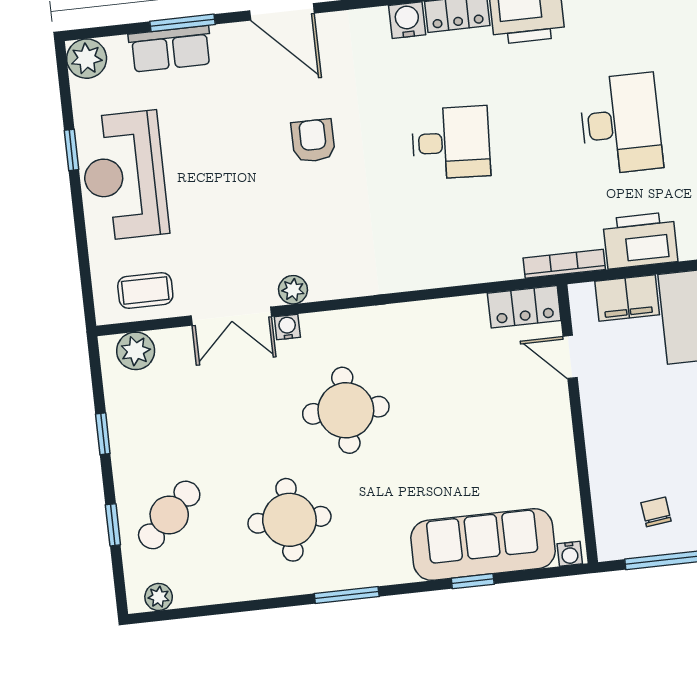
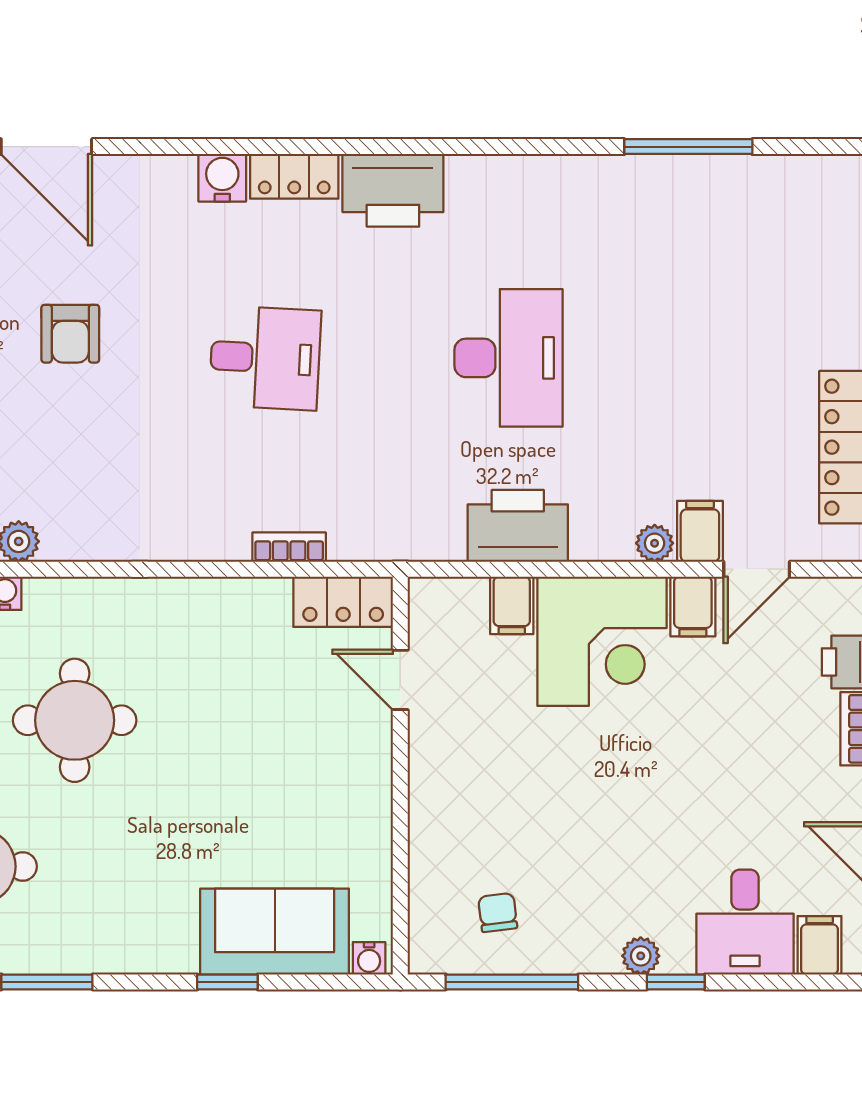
armchair: (313, 141) -> (70, 334), turned 180
bookcase: (564, 264) -> (289, 547), moved, width x0.64
filing cabinet: (627, 298) -> (512, 605), width x0.50
sofa: (483, 544) -> (275, 932), width x0.73

